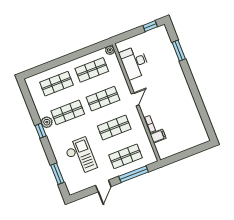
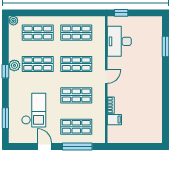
window: (150, 26) -> (121, 13), moved
plant: (110, 50) -> (13, 21), moved
door: (103, 186) -> (44, 147), swing flipped

